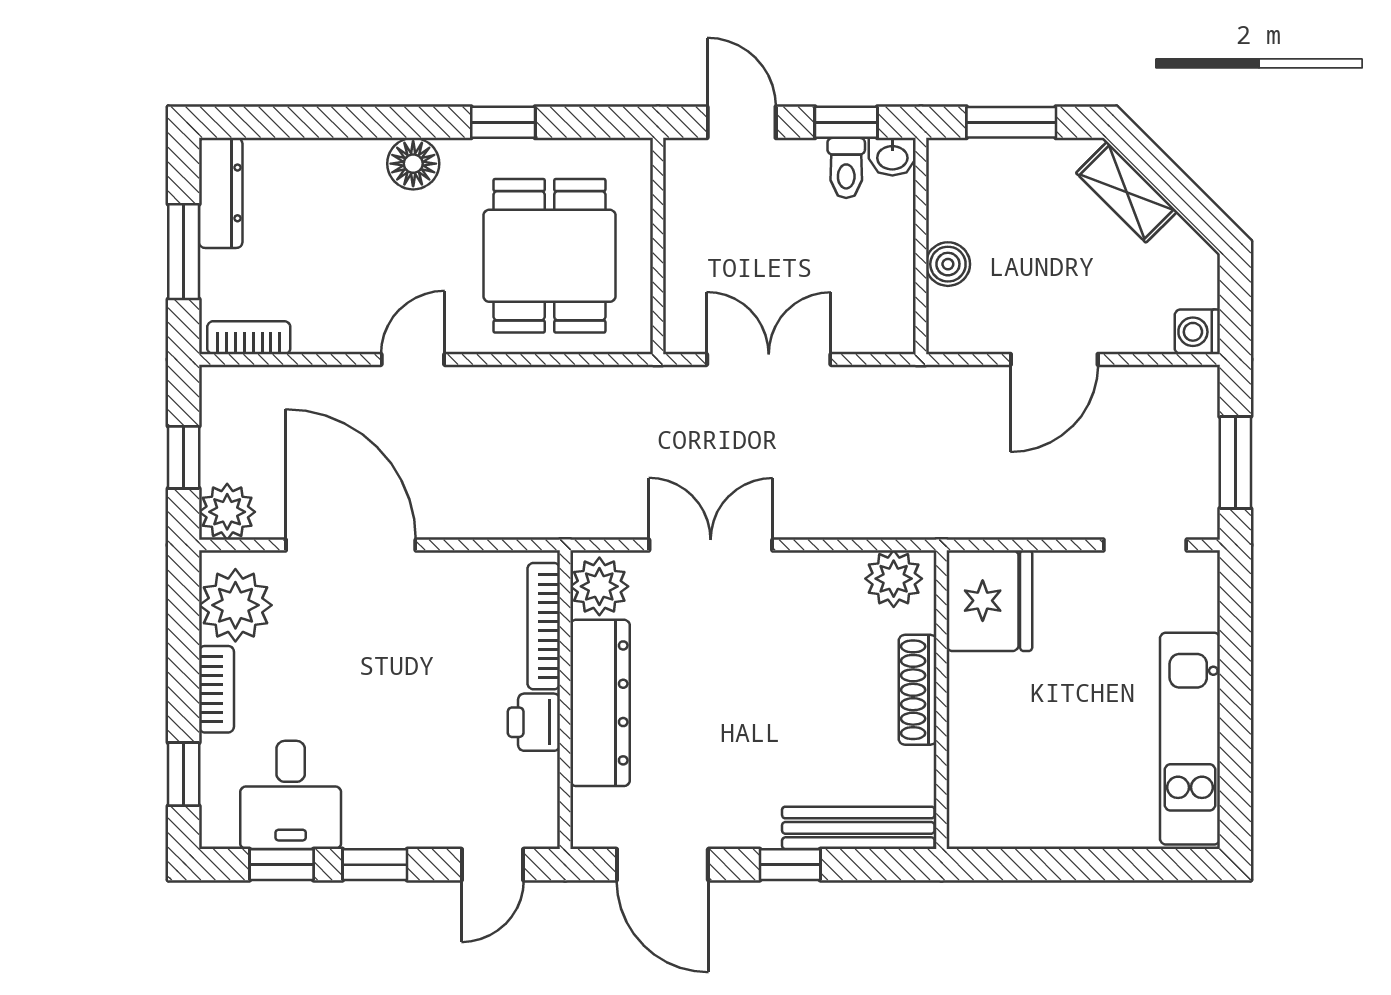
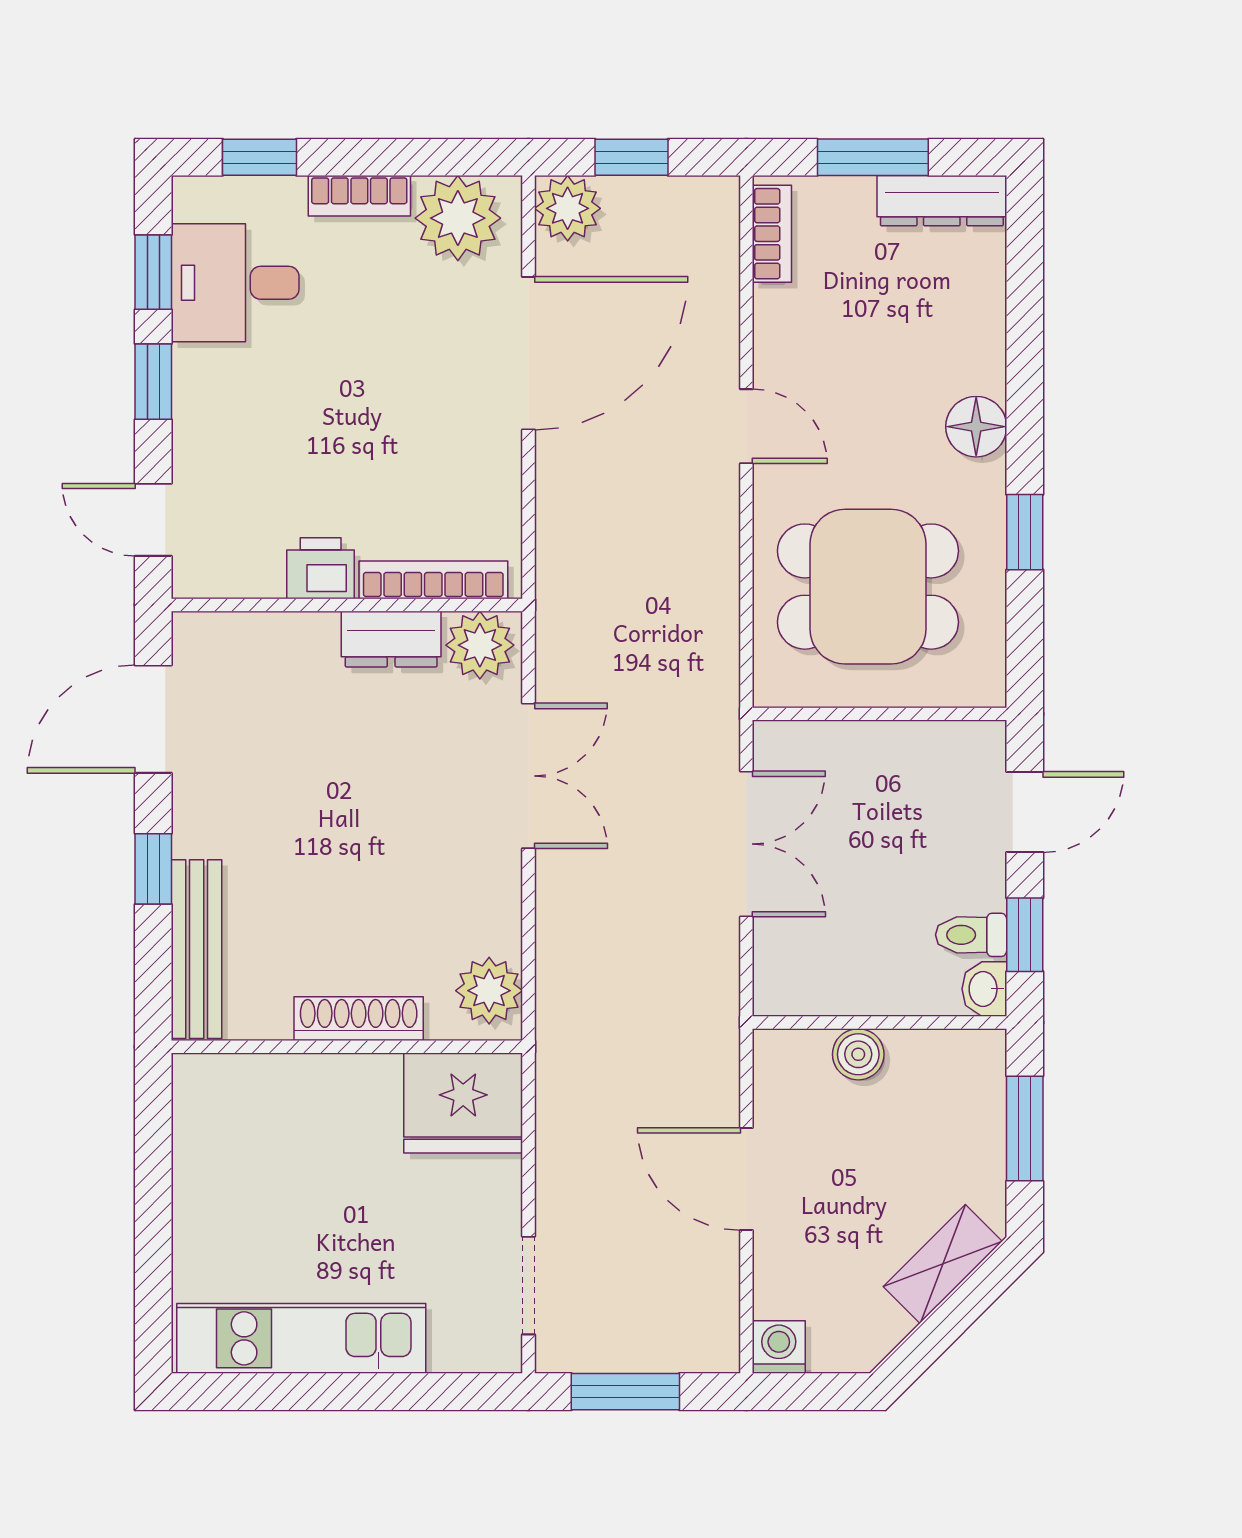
dresser: (600, 703) -> (391, 639), width x0.51, depth x0.80

